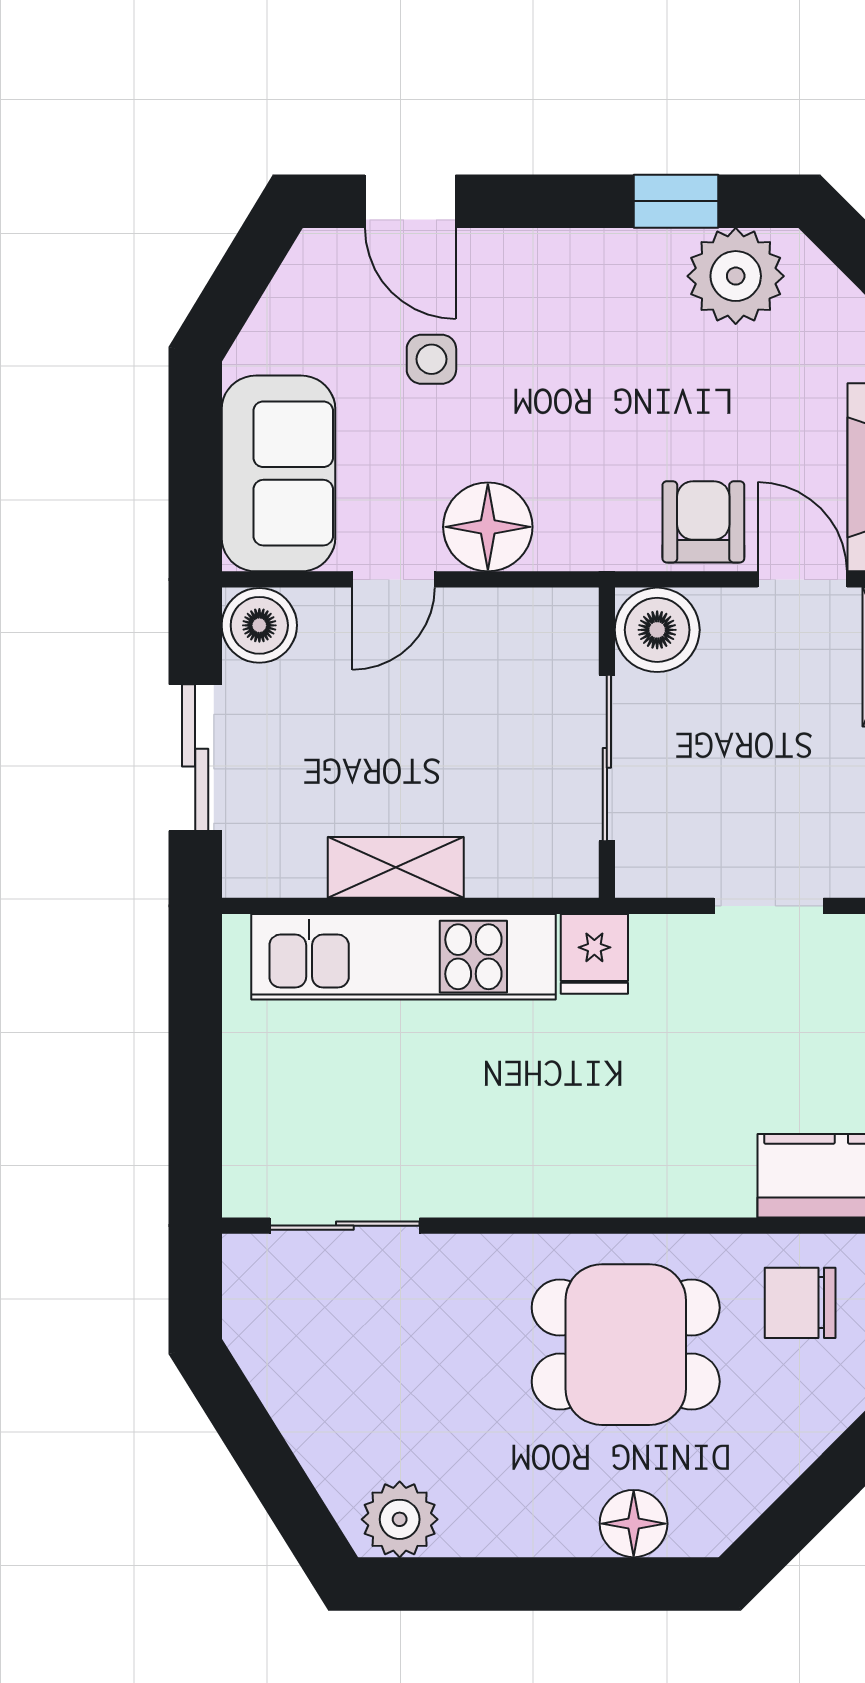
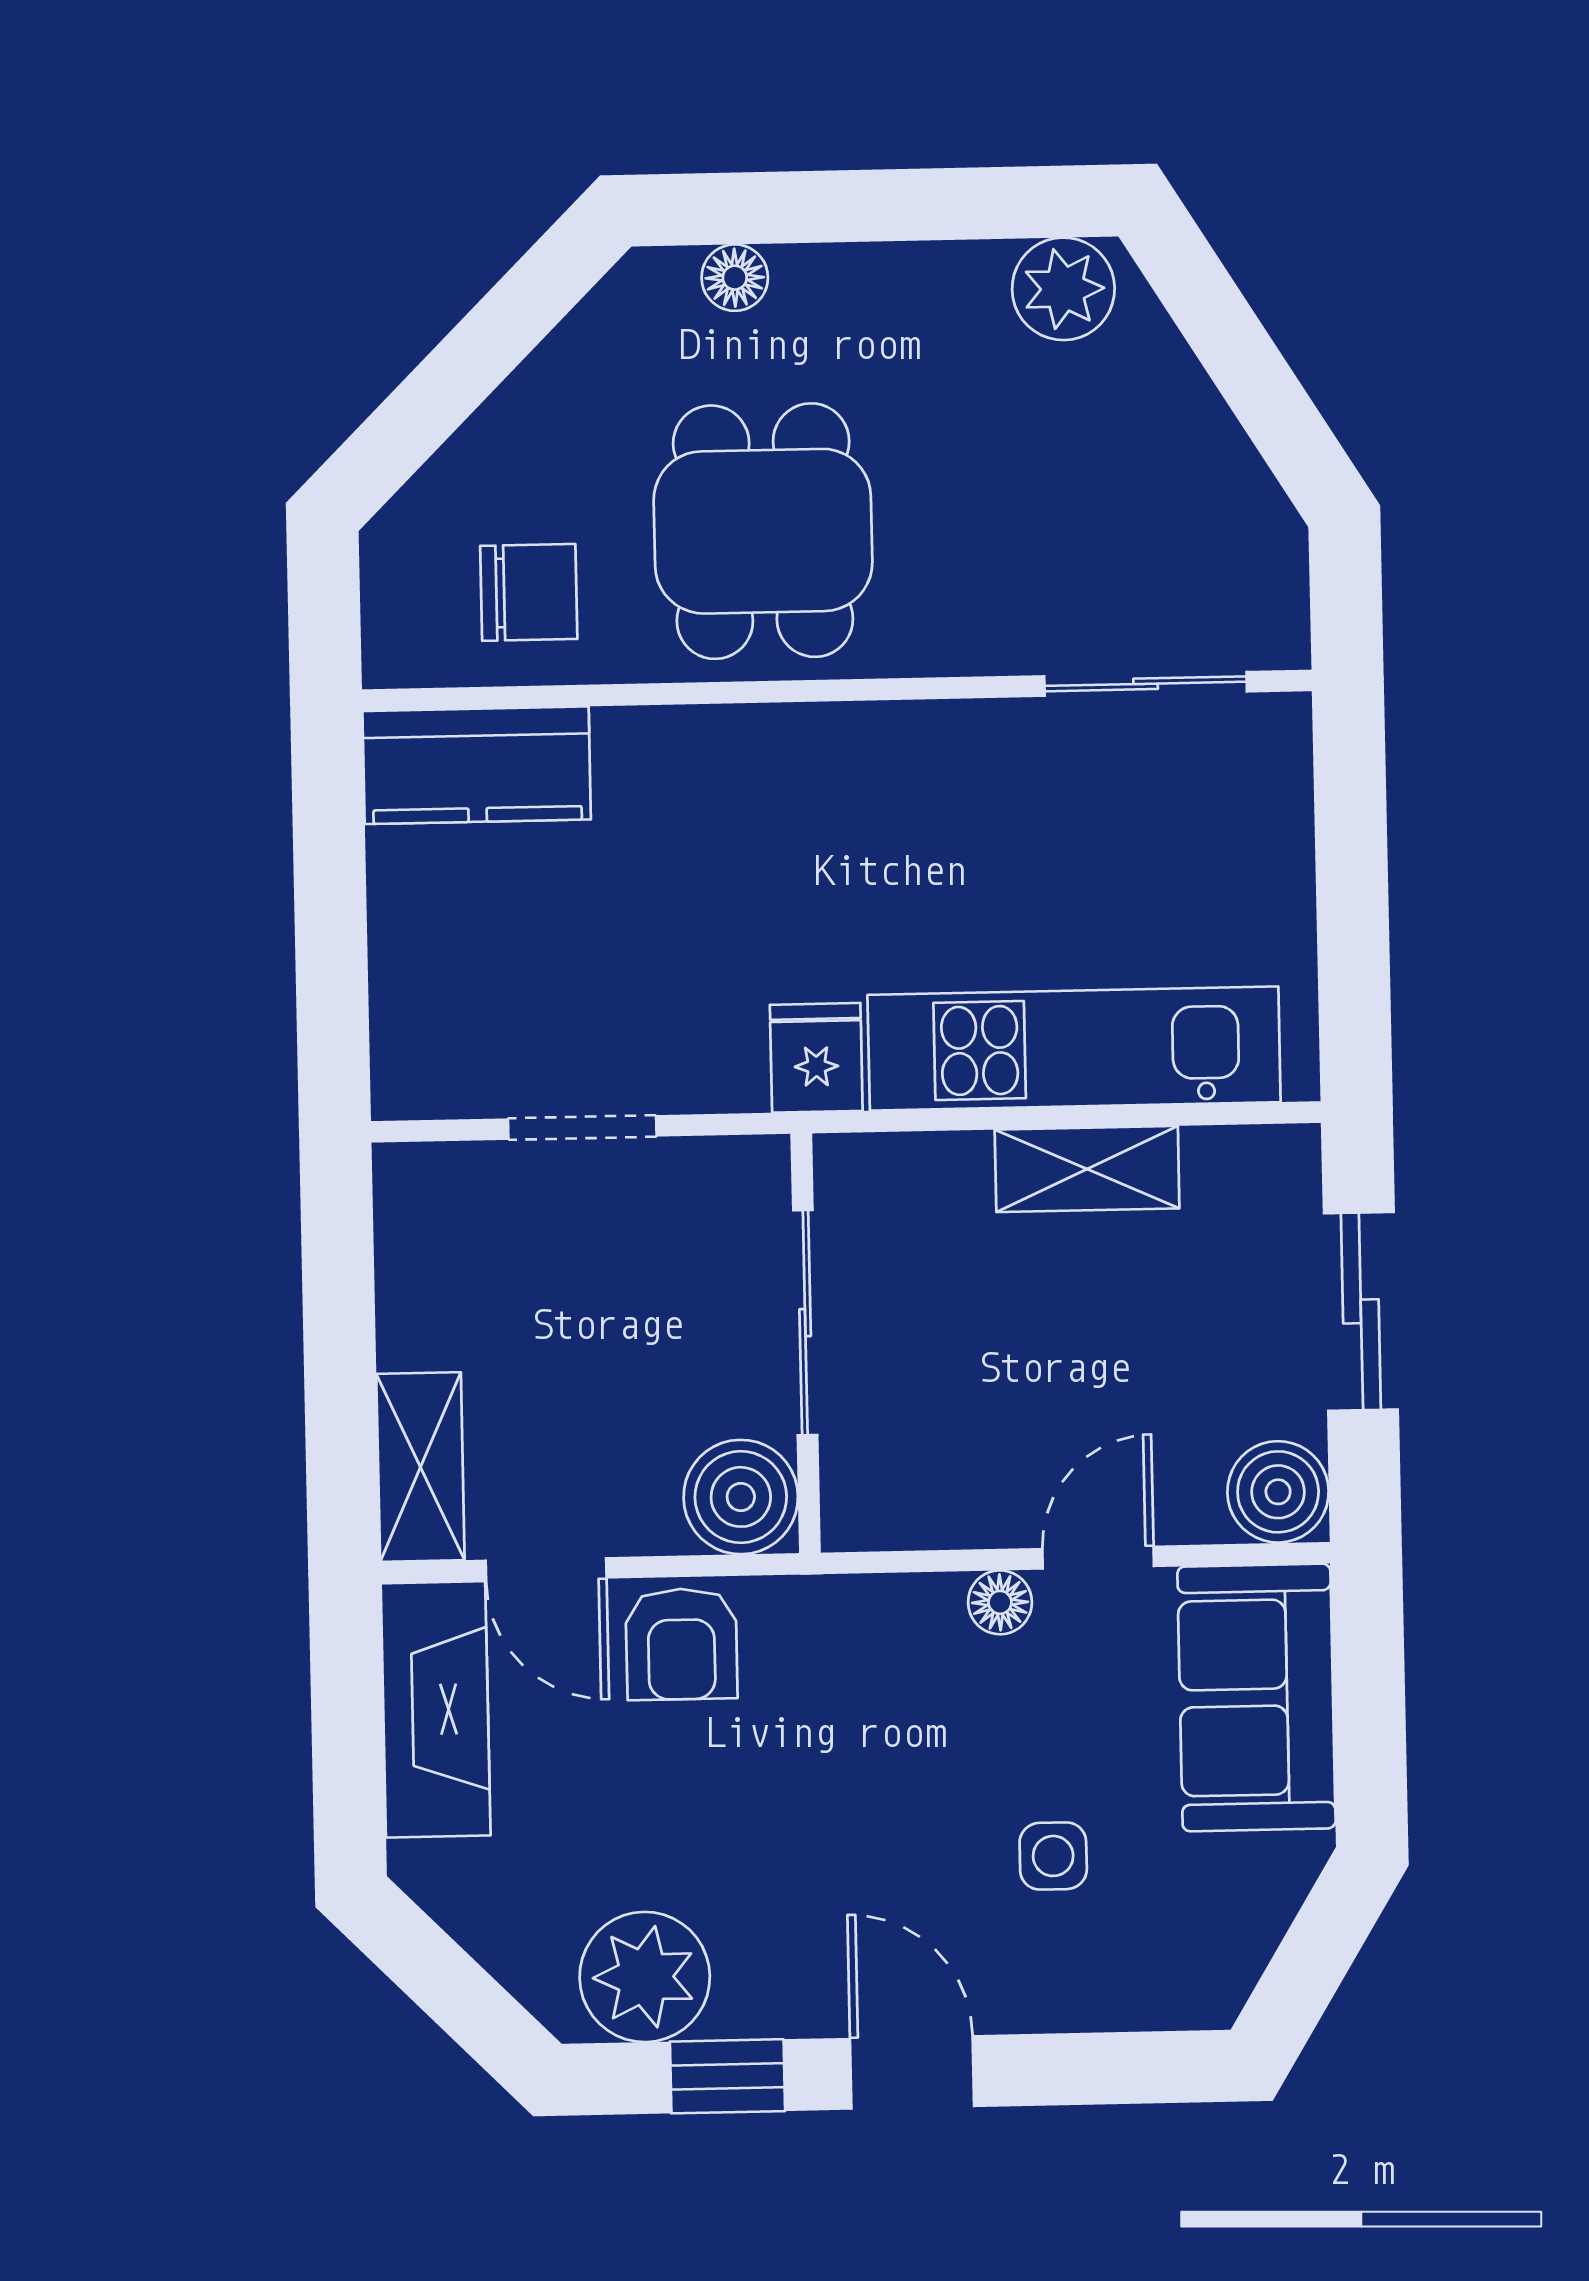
door: (410, 201) -> (912, 2072), moved
floor lamp: (488, 527) -> (1000, 1602), width x0.53, depth x0.53
dining table: (626, 1345) -> (763, 531), turned 90
floor lamp: (634, 1524) -> (735, 278), width x0.73, depth x0.73

